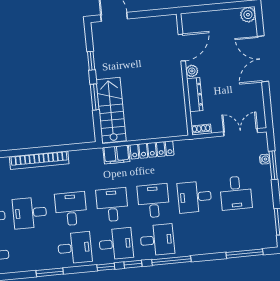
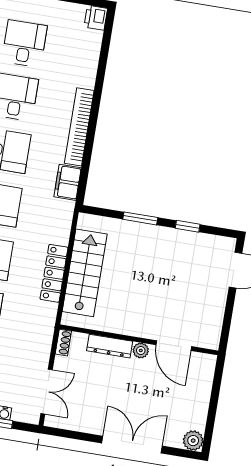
stairs: (111, 110) -> (85, 273), moved, turned -90
filing cabinet: (116, 155) -> (68, 182), moved

